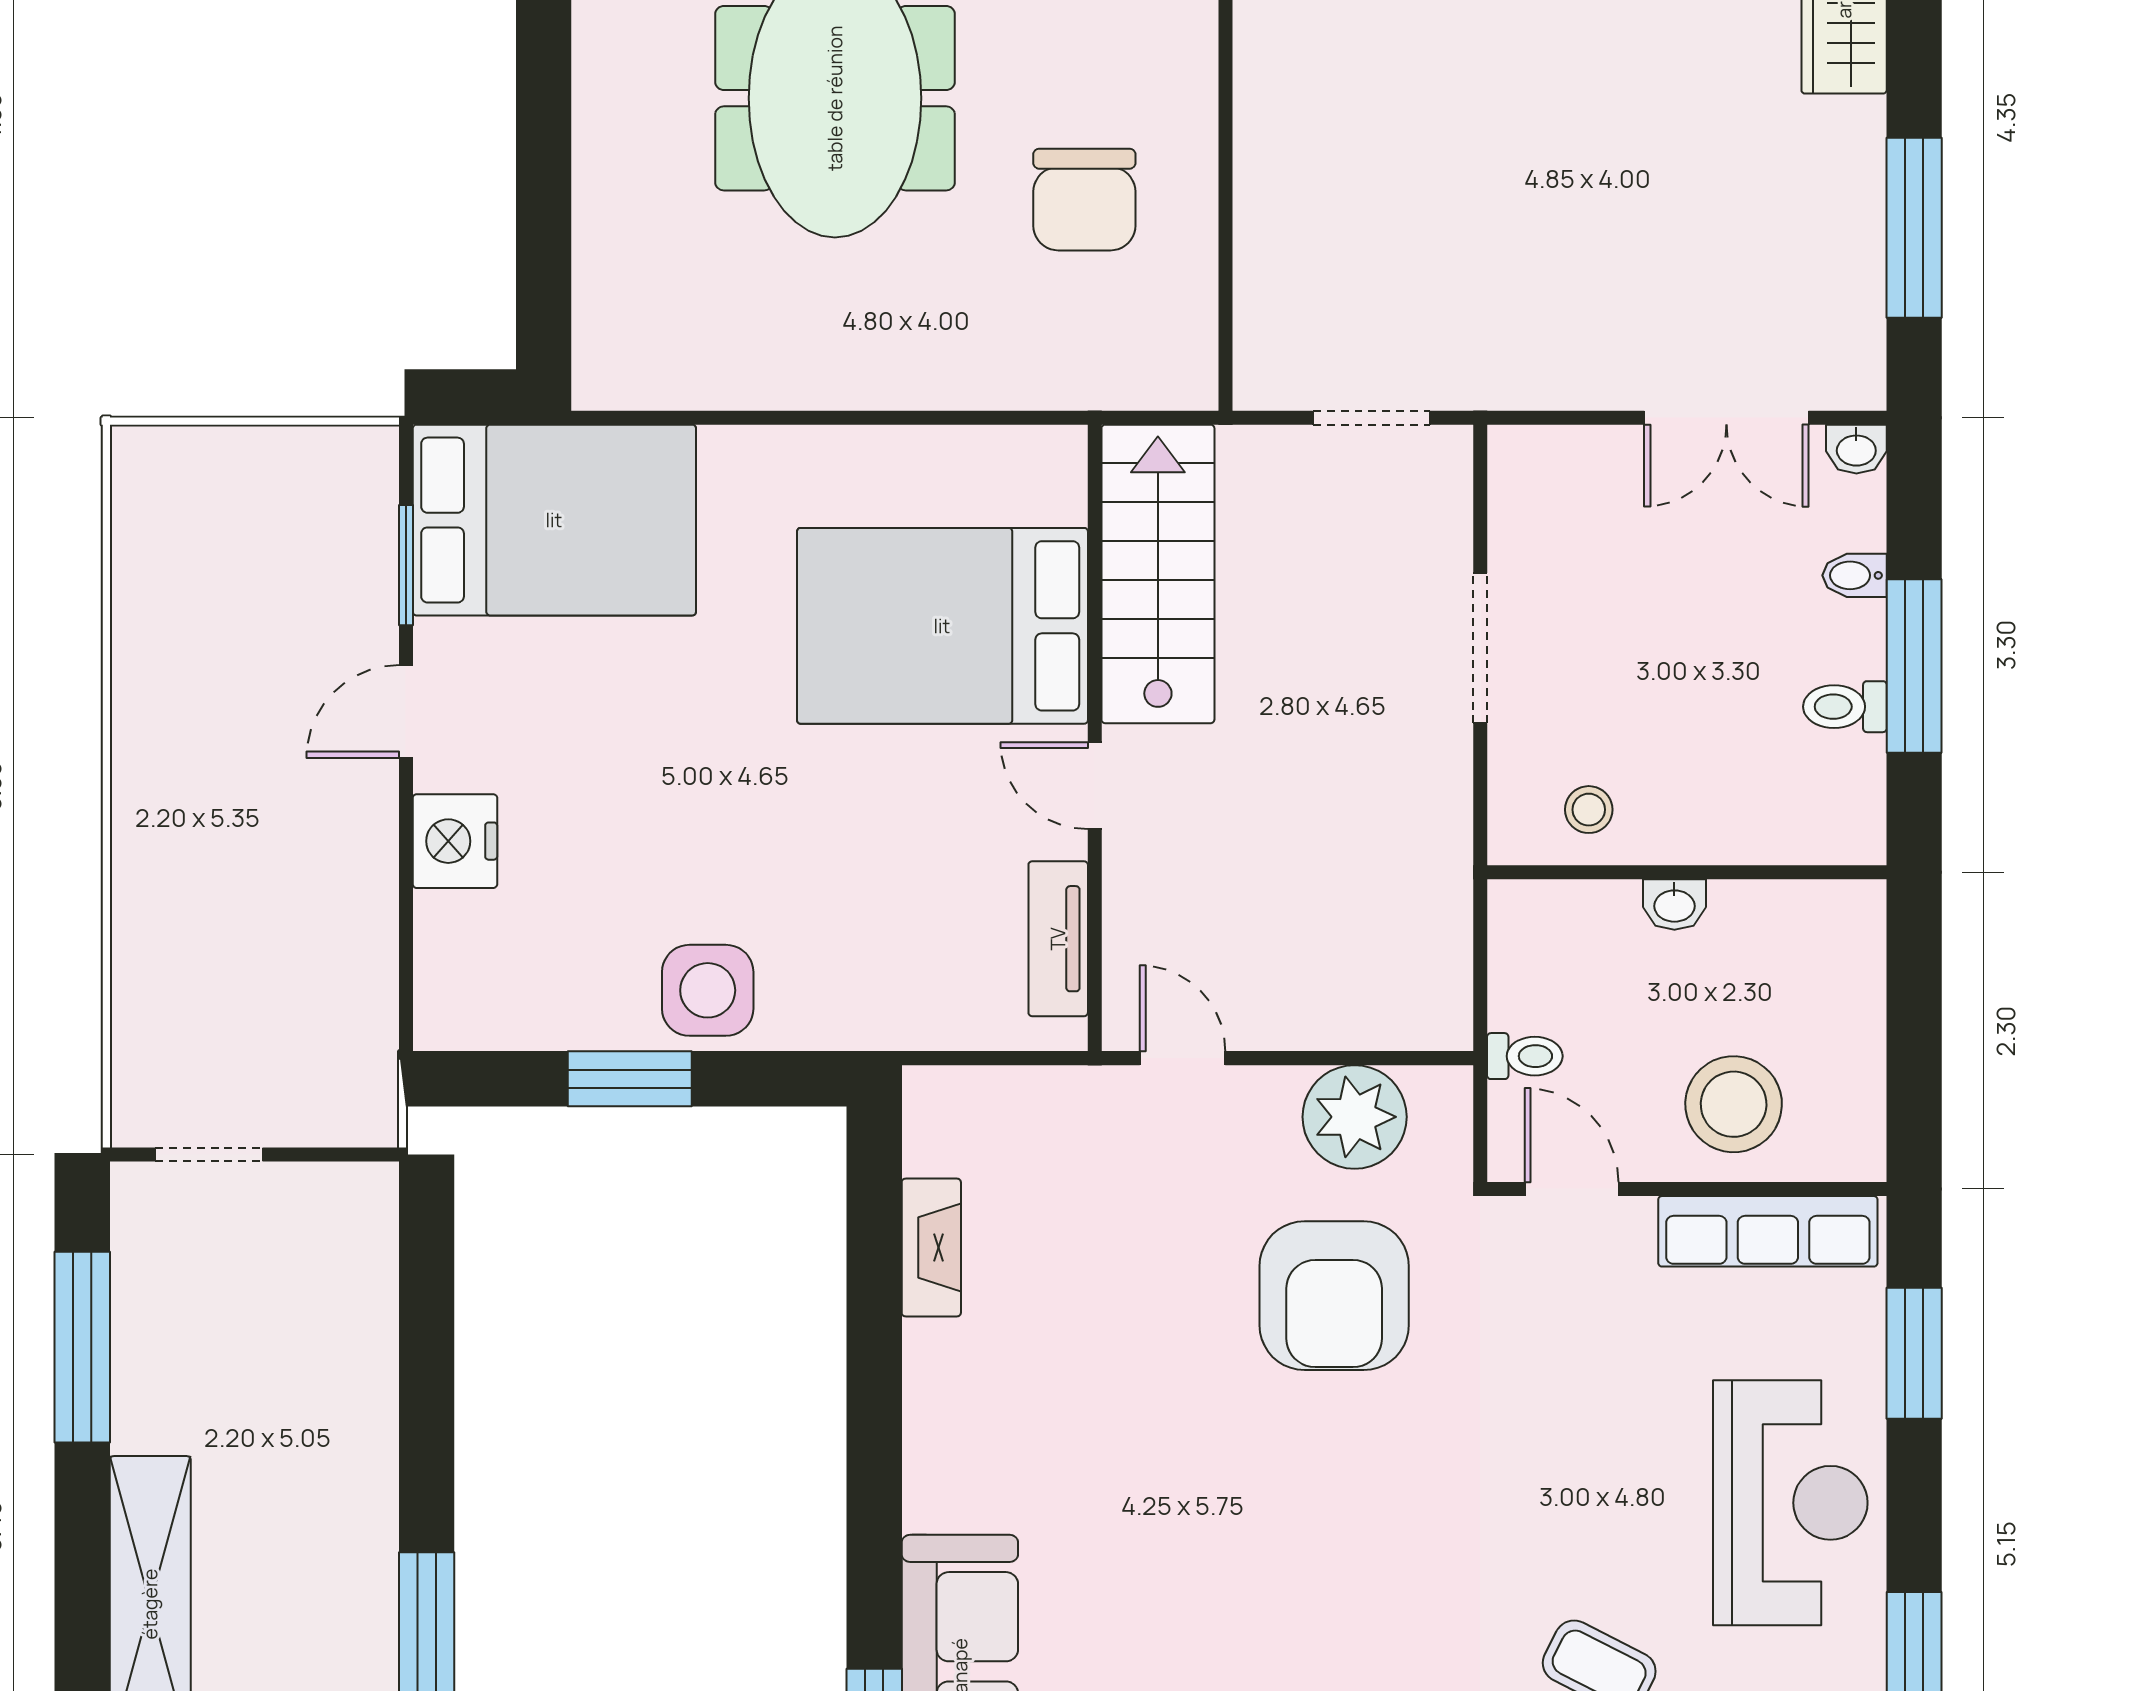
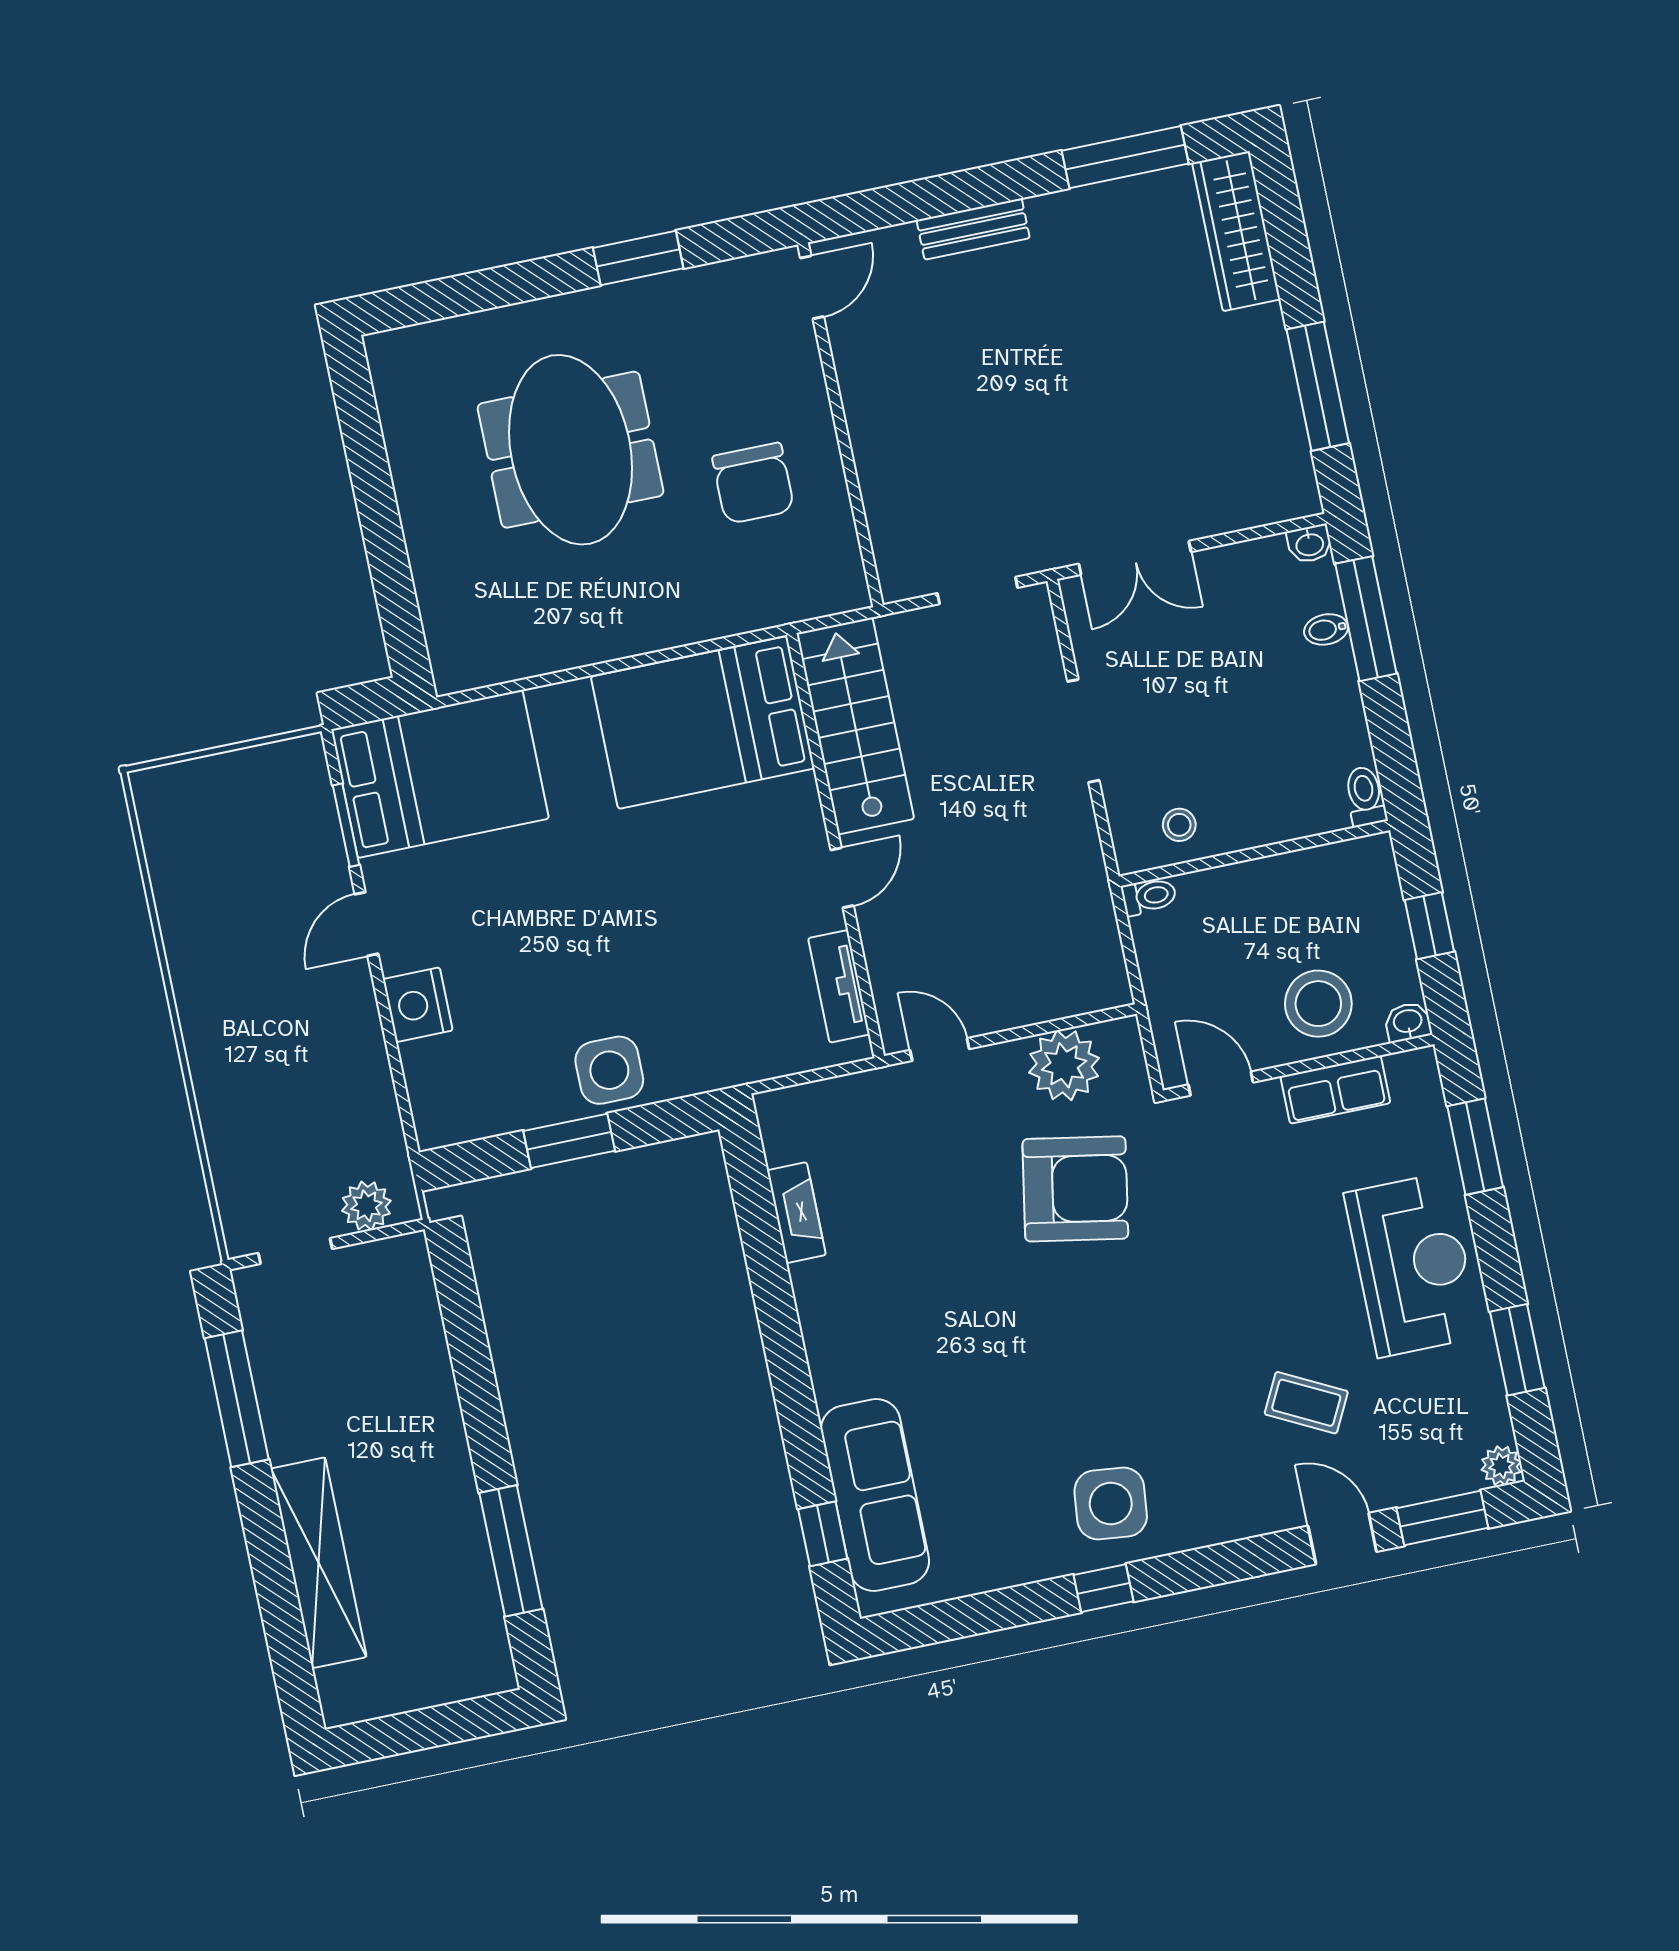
double door: (1726, 418) -> (1135, 558), moved
bed: (942, 626) -> (703, 723), moved
window: (1914, 666) -> (1366, 619), moved
toilet: (1845, 707) -> (1365, 796), moved, turned 90
door: (1095, 786) -> (842, 878), swing flipped
washbasin: (1674, 904) -> (1408, 1022), moved, turned 180
window: (1914, 1026) -> (1429, 926), added
toilet: (1525, 1056) -> (1149, 896), moved
plant: (323, 1111) -> (366, 1206), added
row of seats: (1768, 1231) -> (1335, 1090), width x0.68
armchair: (1334, 1296) -> (1075, 1189), turned -80

